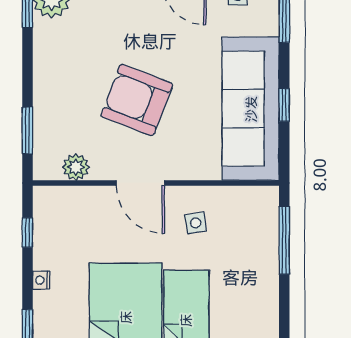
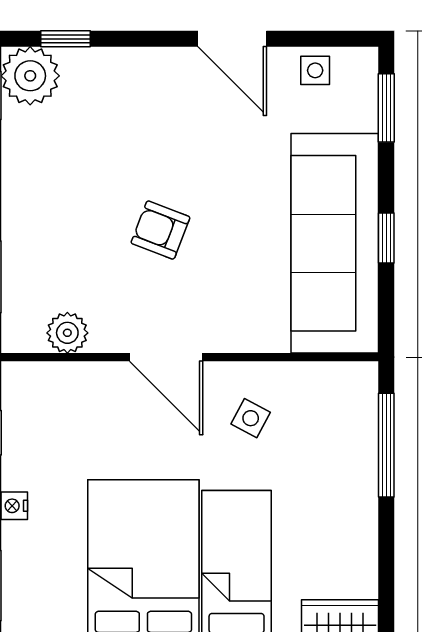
armchair: (137, 100) -> (160, 230), width x0.53, depth x0.53
side table: (196, 223) -> (251, 418), turned 37

